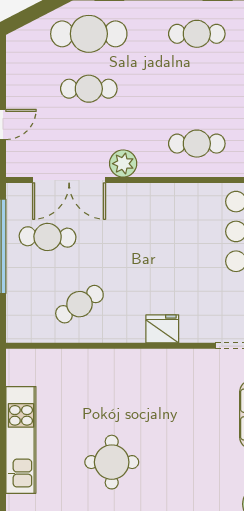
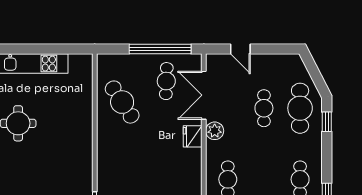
cafe table: (79, 304) -> (122, 102), width x1.37, depth x1.35
fridge: (162, 329) -> (193, 136), moved, turned 180

